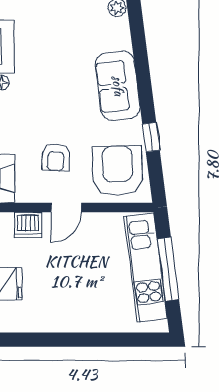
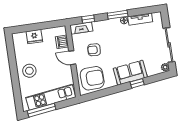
window: (151, 137) -> (137, 83), moved
window: (168, 269) -> (42, 110), moved
stool: (81, 306) -> (29, 71), added

